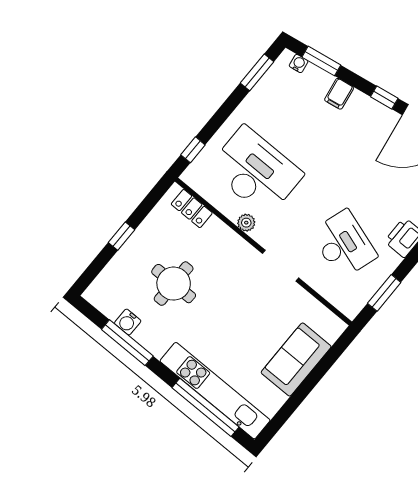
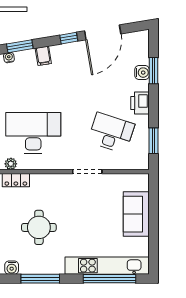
plant: (246, 223) -> (11, 164), moved
water cooler: (128, 322) -> (12, 268), moved

